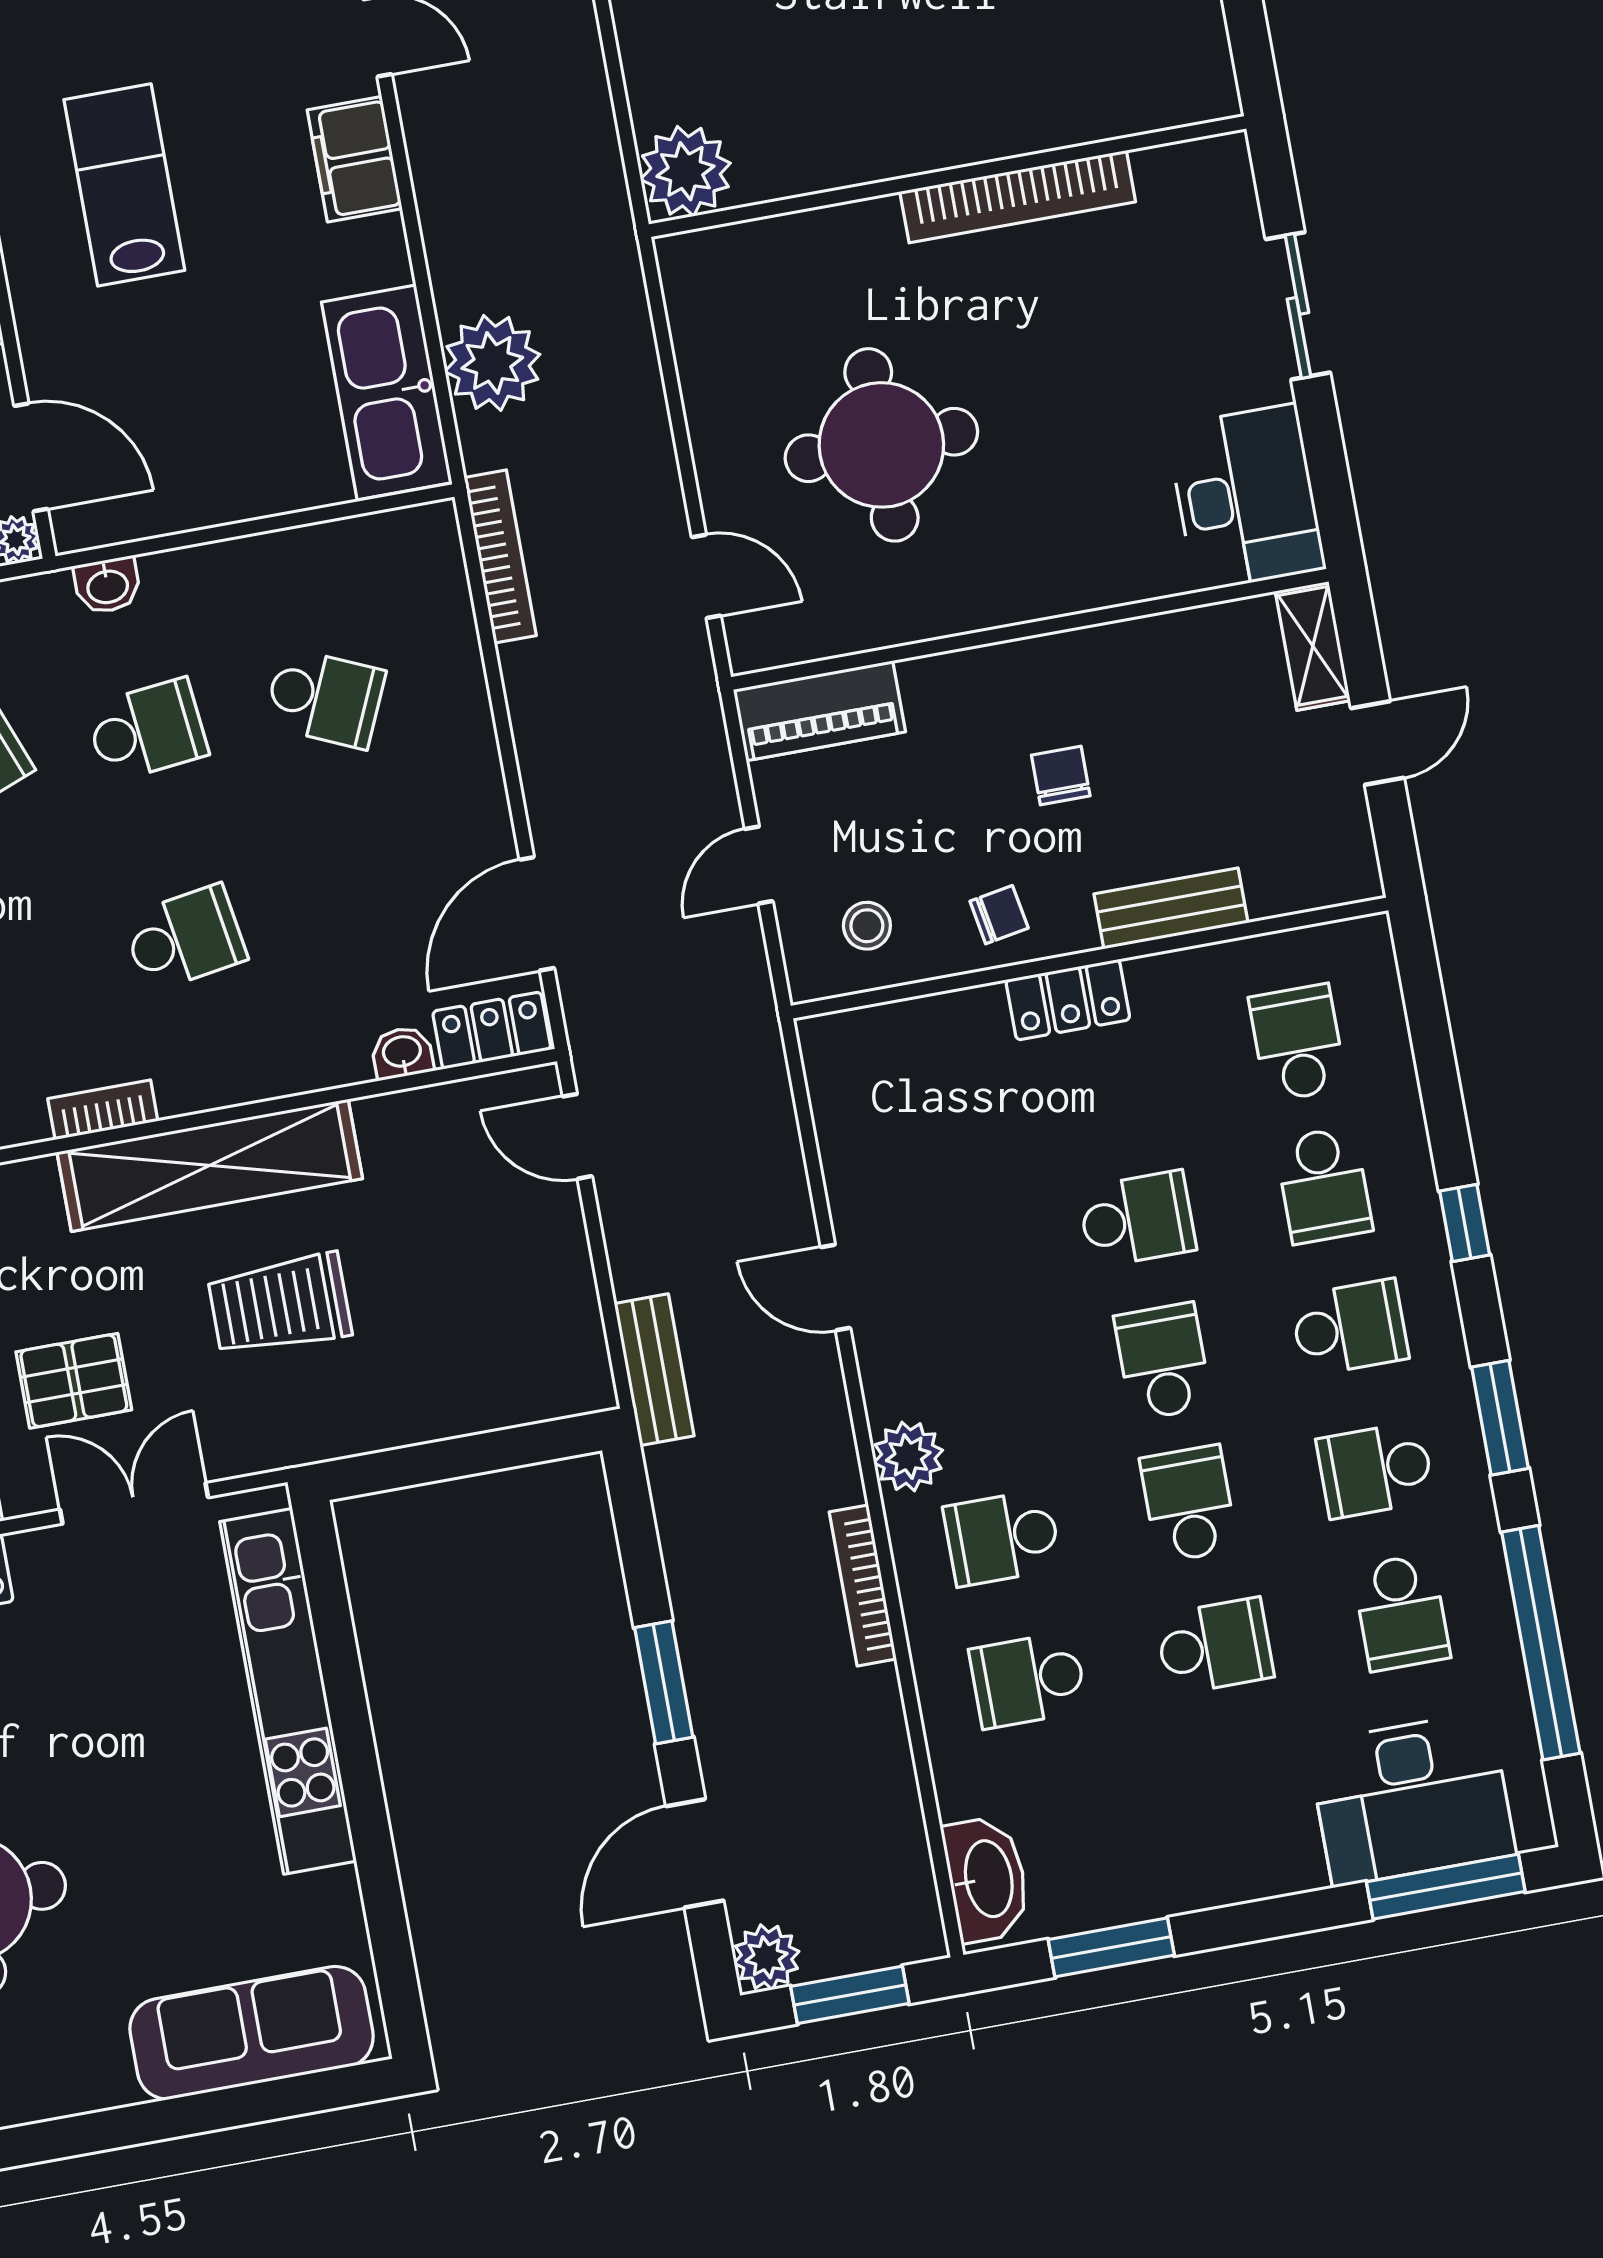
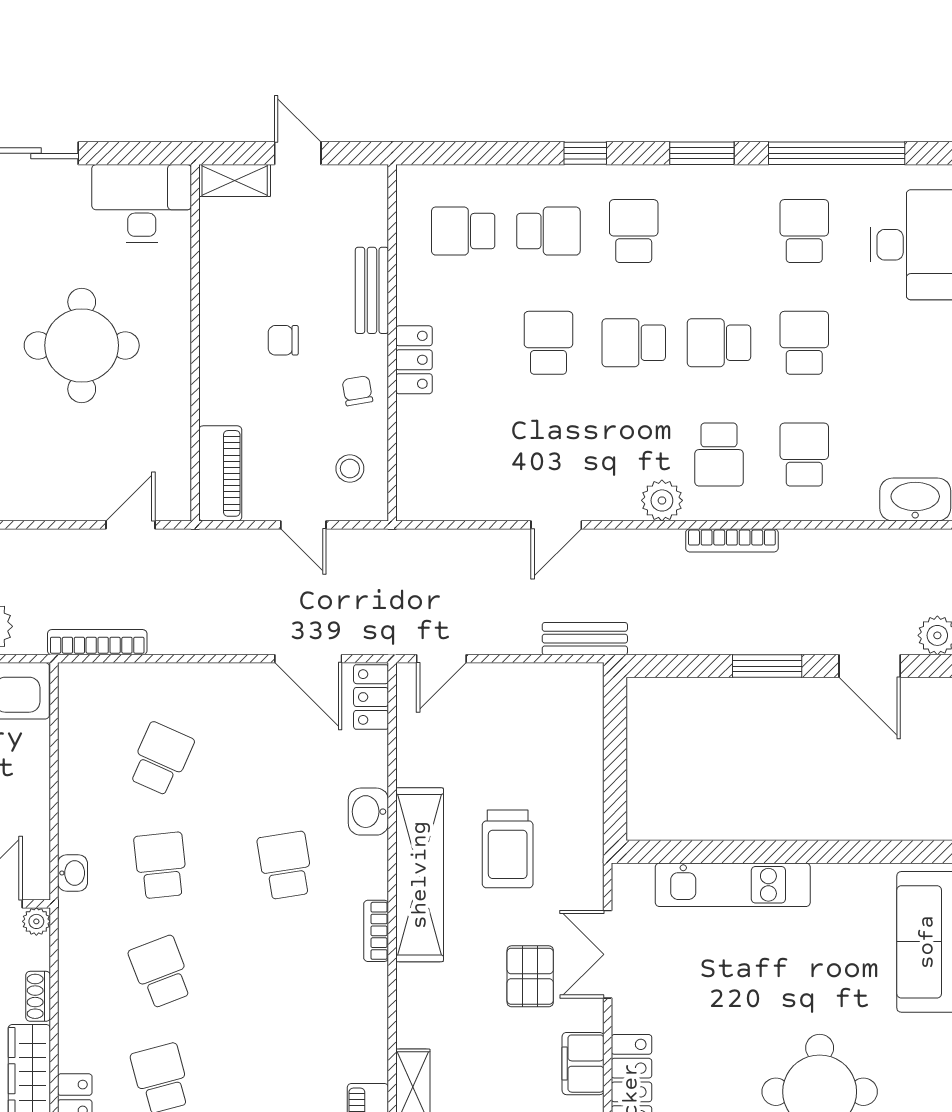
round table: (881, 445) -> (82, 345), moved
washbasin: (402, 1053) -> (368, 812), moved, width x1.38, depth x1.45
school desk: (1375, 1470) -> (719, 231), removed
school desk: (1401, 1612) -> (804, 231), turned -90
school desk: (1028, 1680) -> (804, 455), turned 180
kitchen unit: (288, 1691) -> (733, 885), width x0.73

